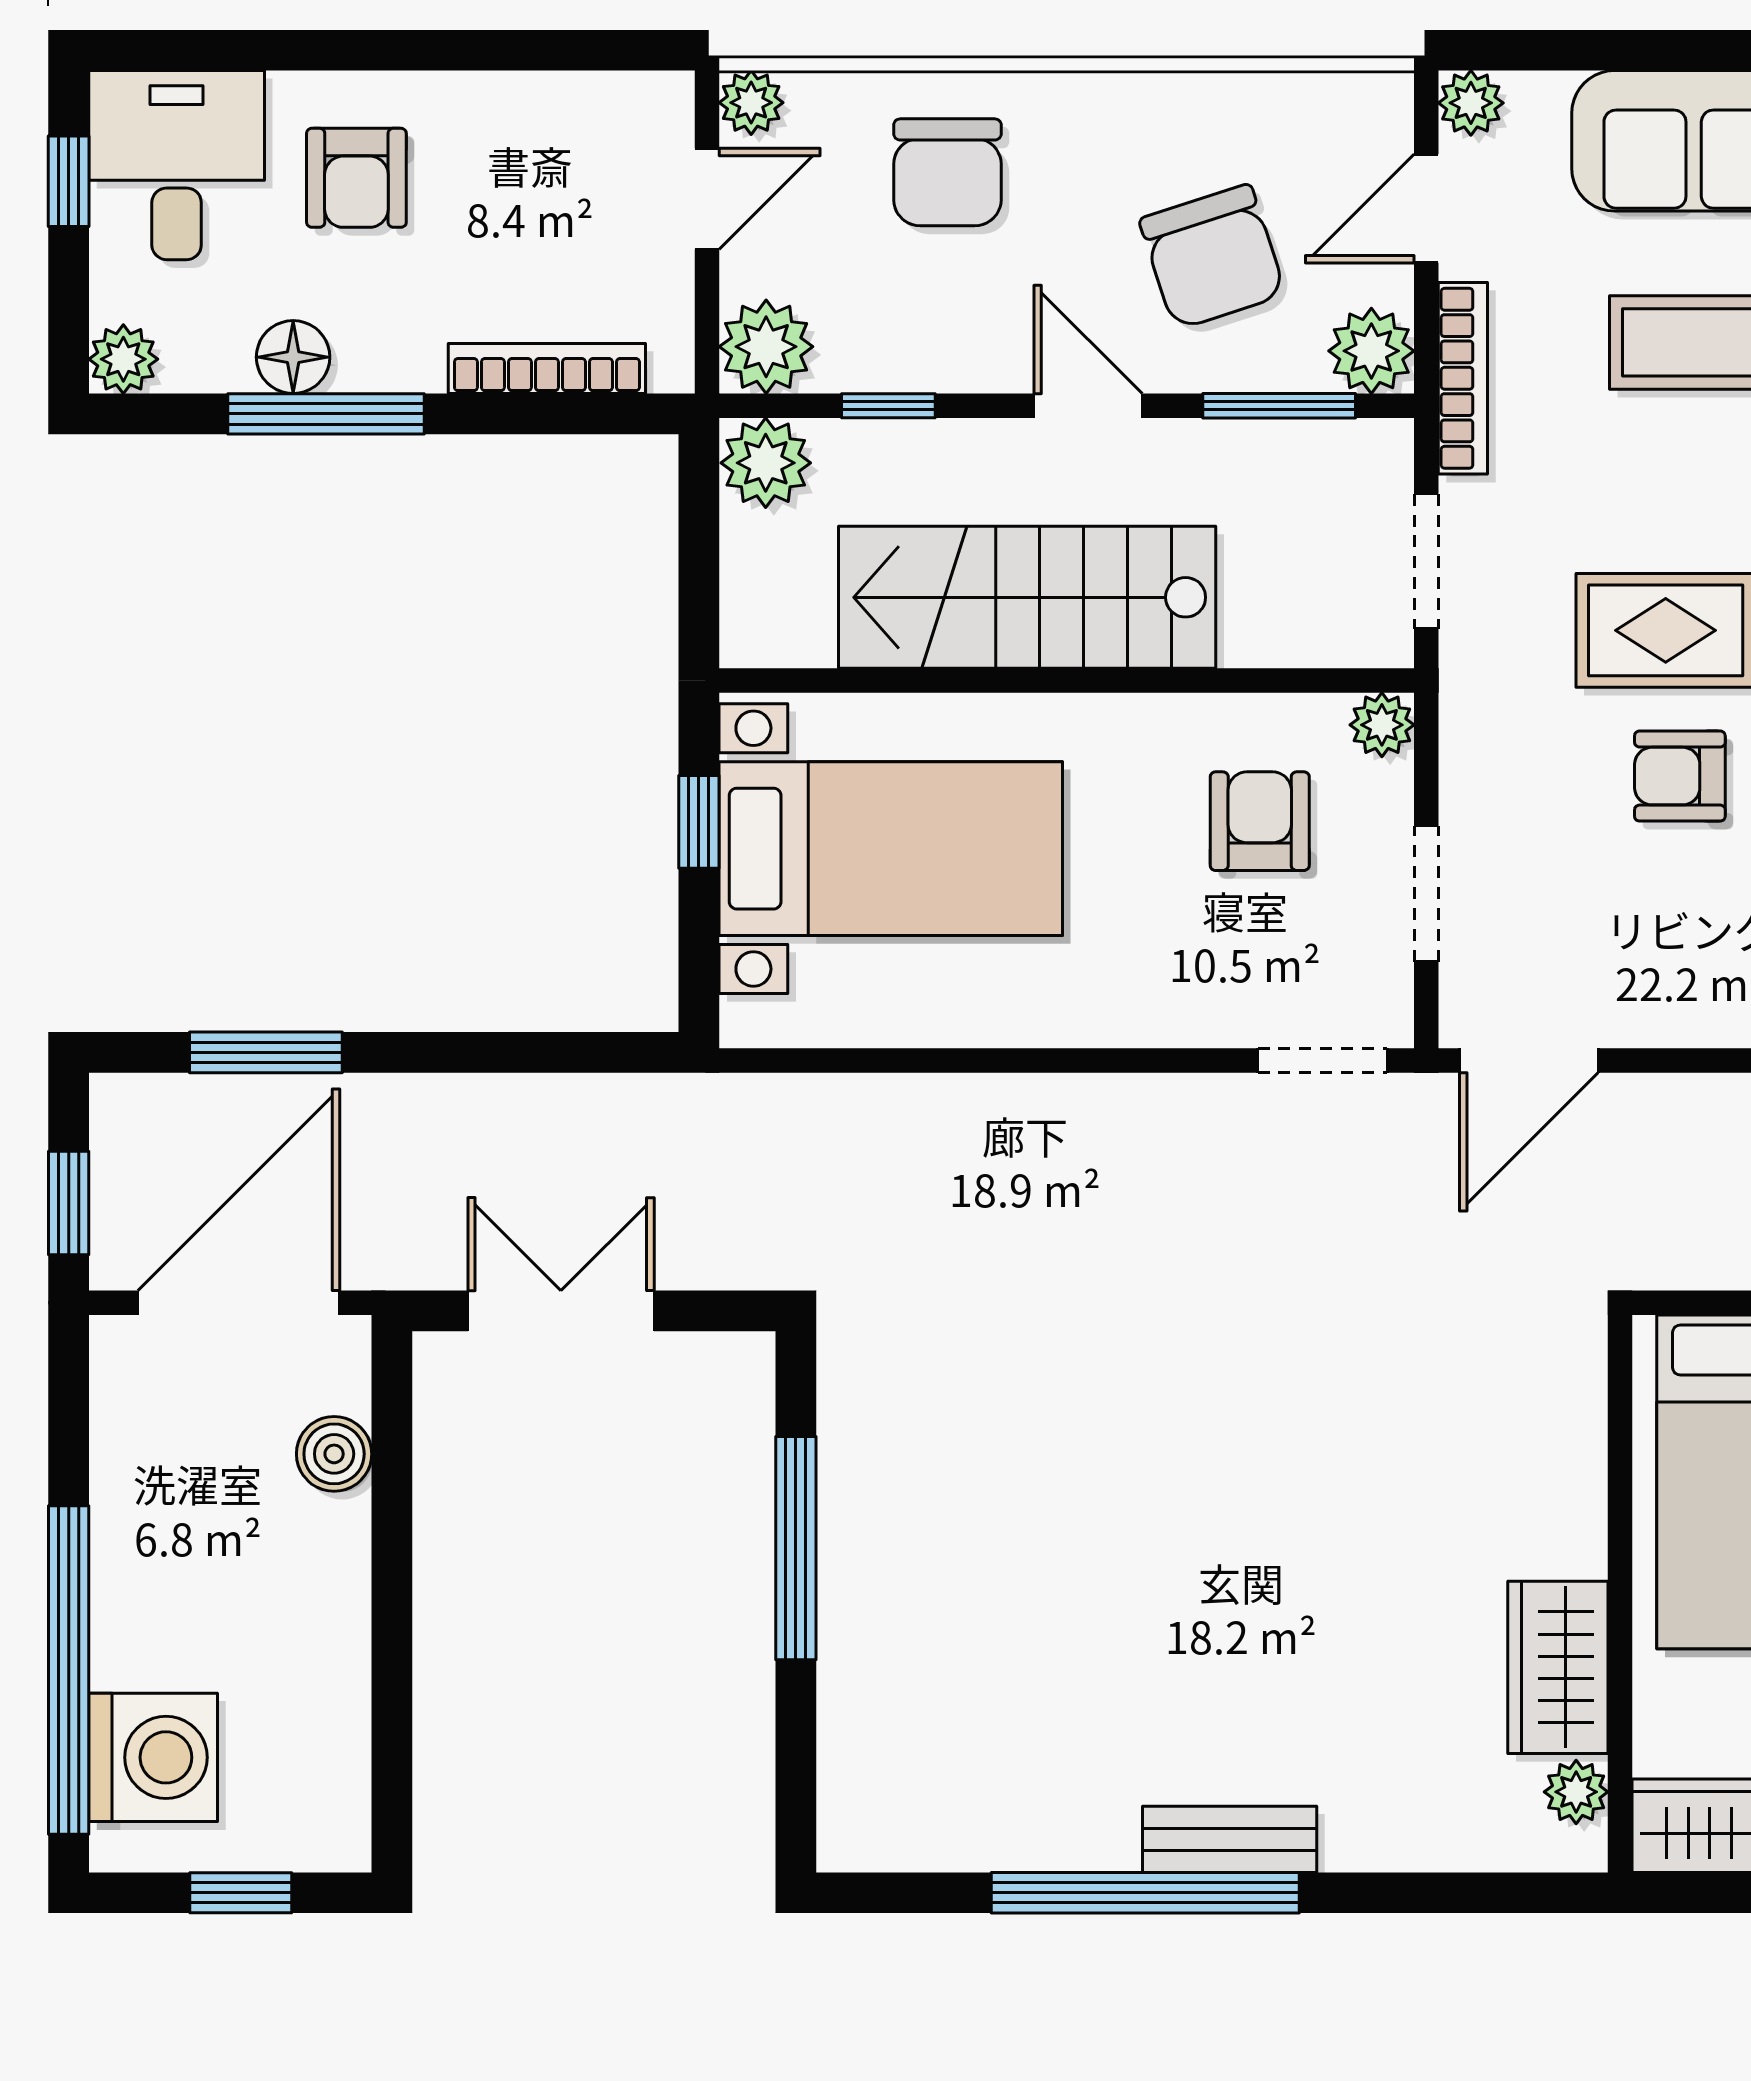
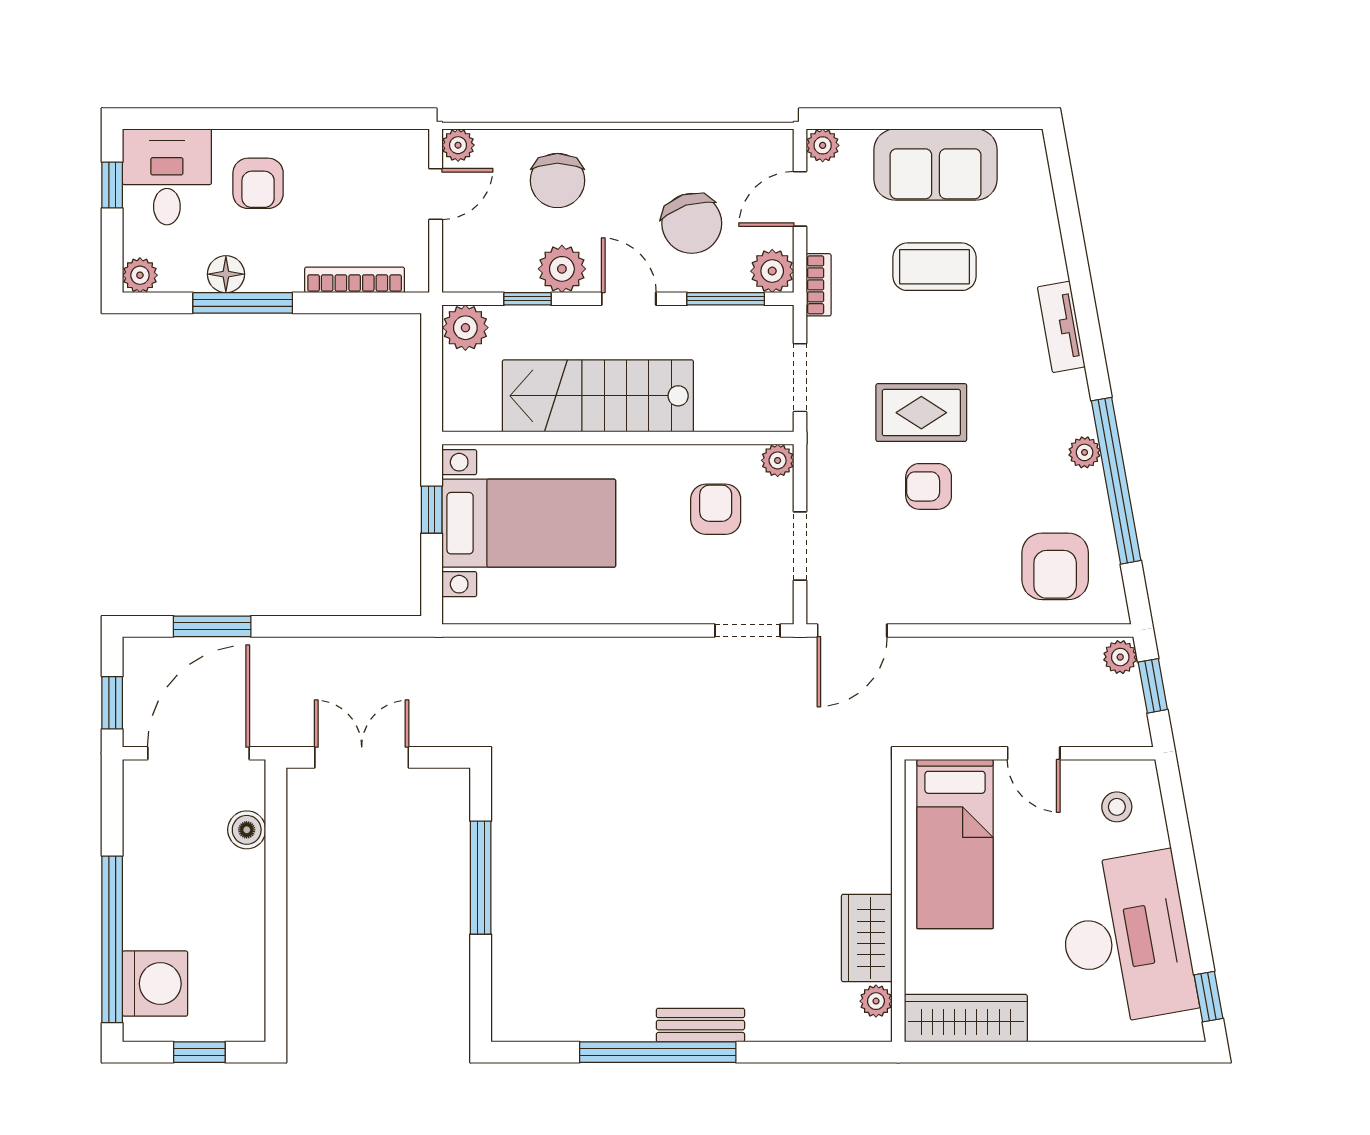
plant: (766, 347) -> (562, 269), moved
bookcase: (1463, 378) -> (819, 285), width x0.64

